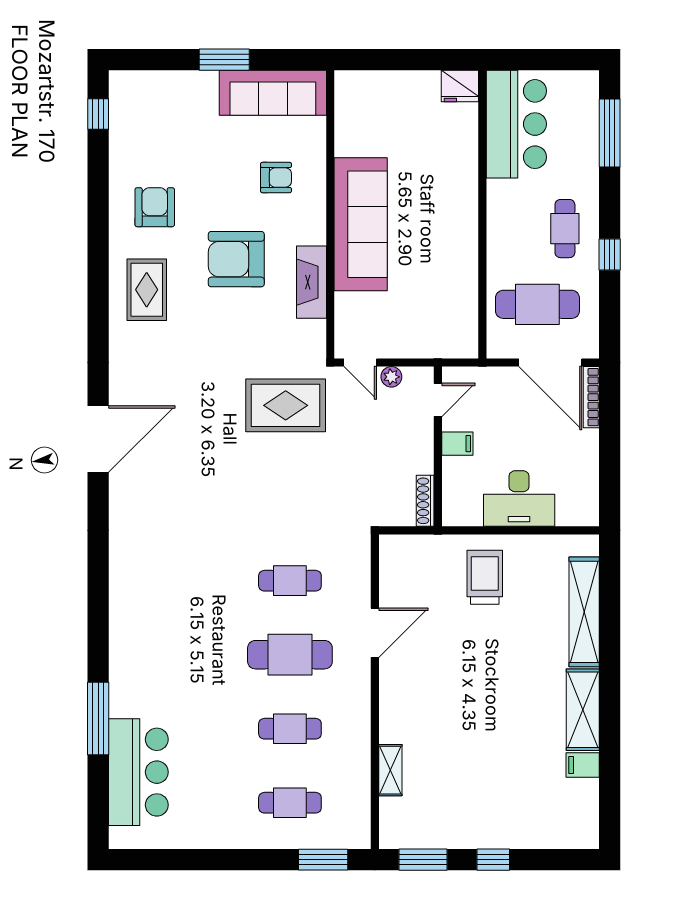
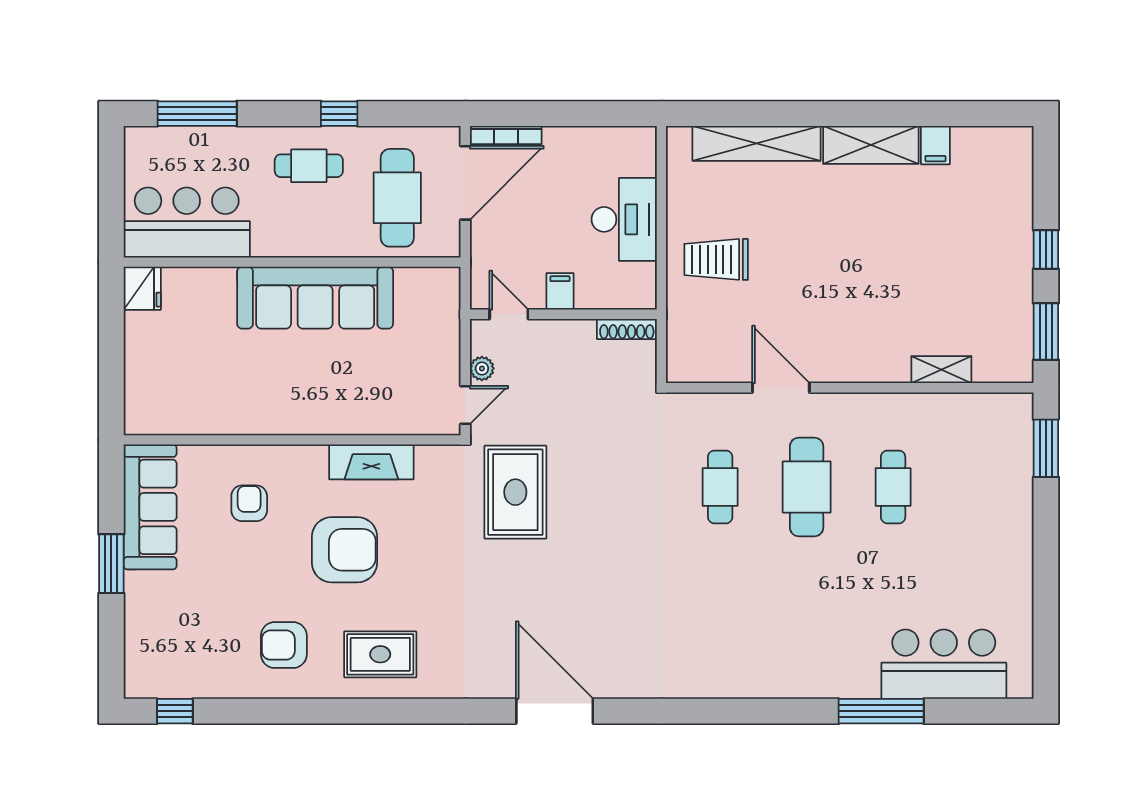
sofa: (361, 224) -> (315, 298), moved, turned 180
armchair: (236, 259) -> (345, 550), turned -90
cafe table: (290, 803) -> (980, 487), removed

